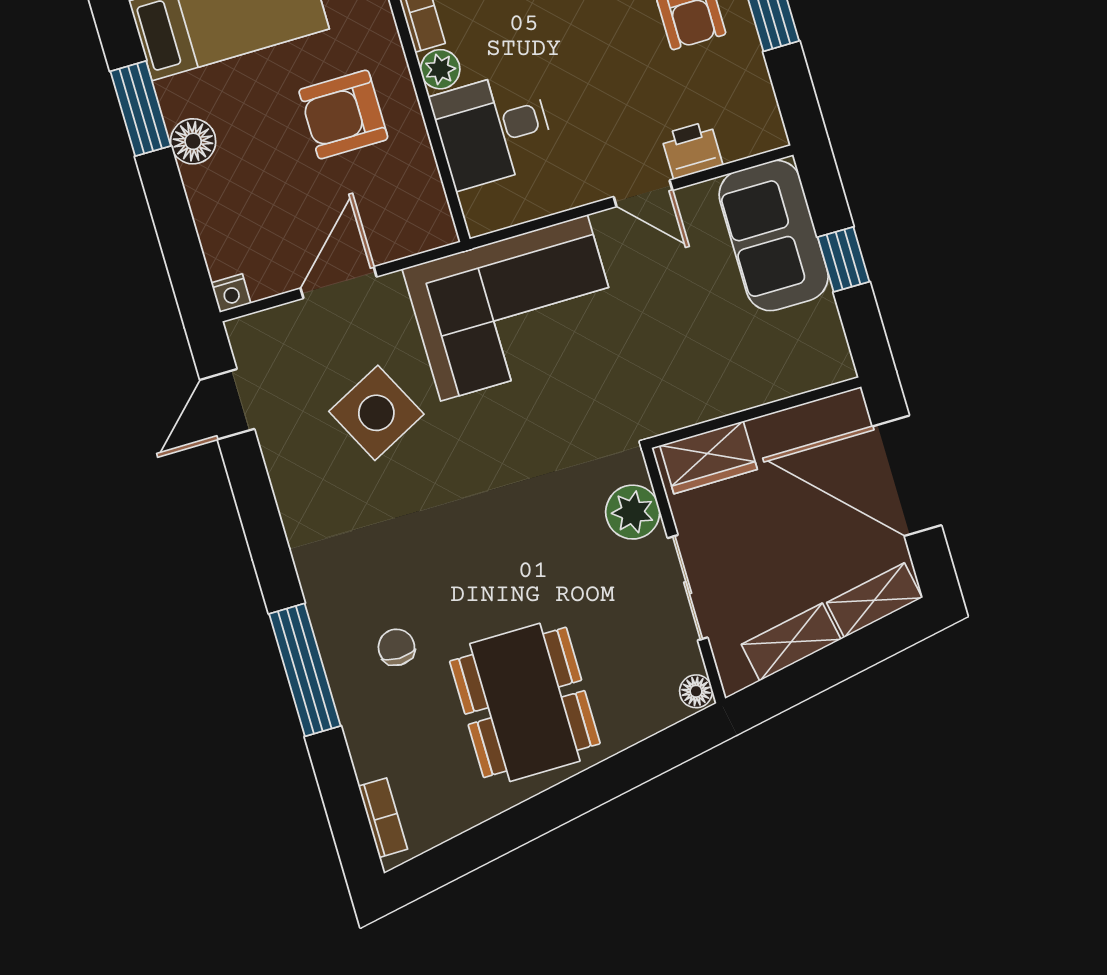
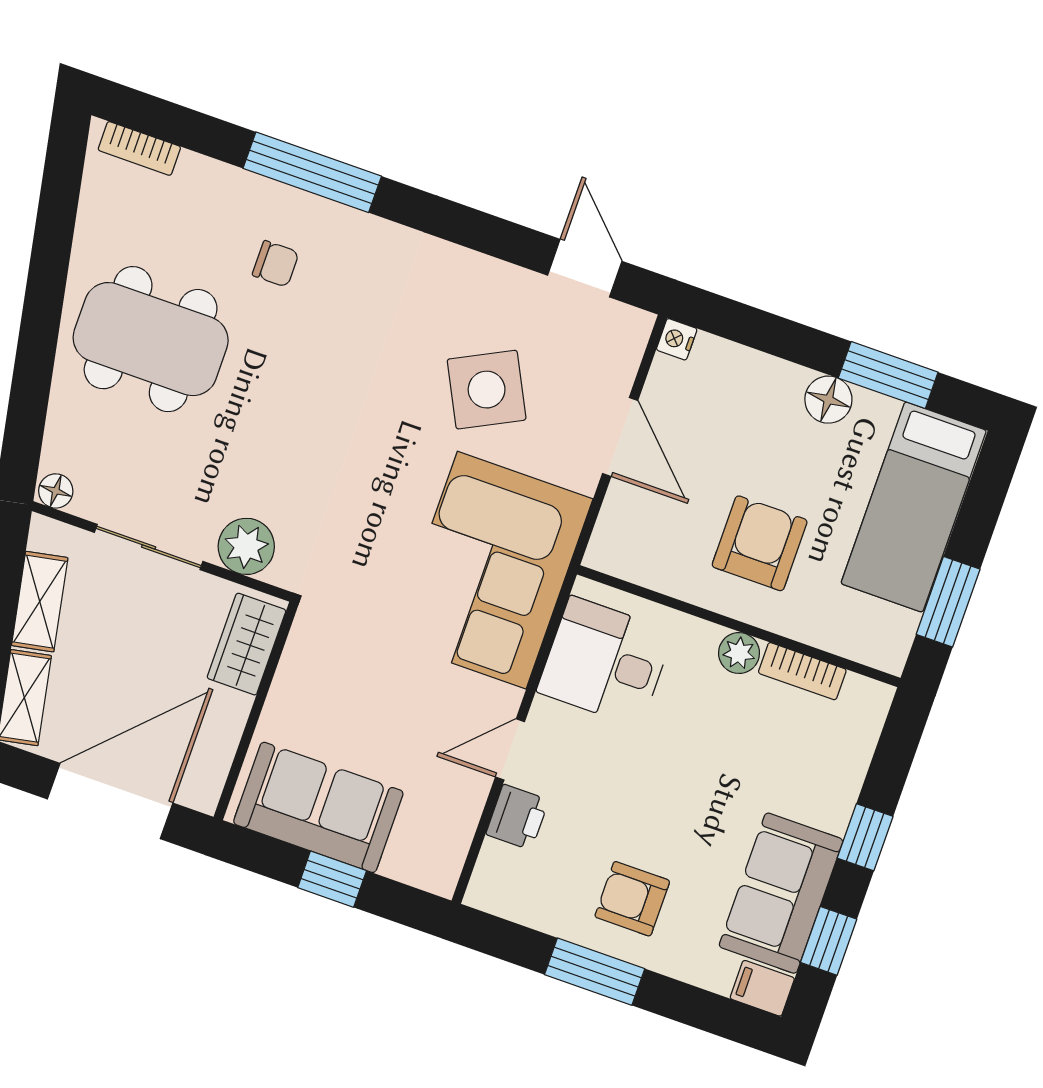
desk: (493, 130) -> (605, 662), moved, turned -90
sofa: (774, 236) -> (318, 807), moved

